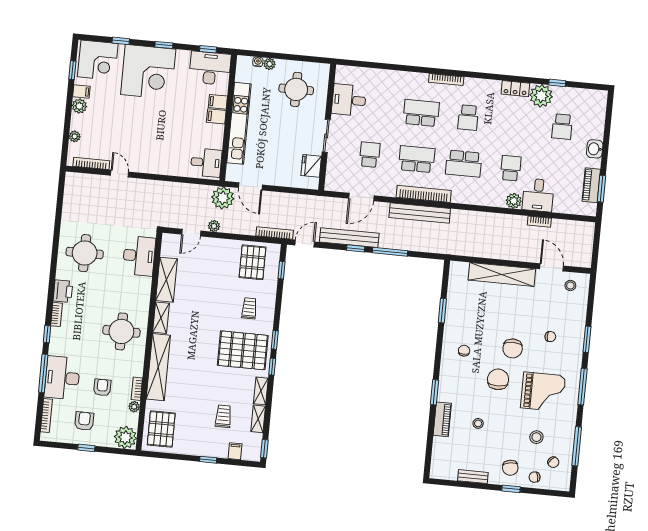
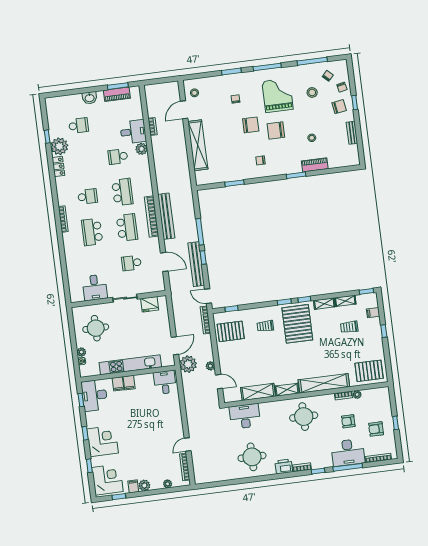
corner desk: (148, 72) -> (103, 441), width x0.74, depth x0.74
school desk: (417, 159) -> (127, 227), turned 180
plant: (125, 437) -> (381, 396), removed

